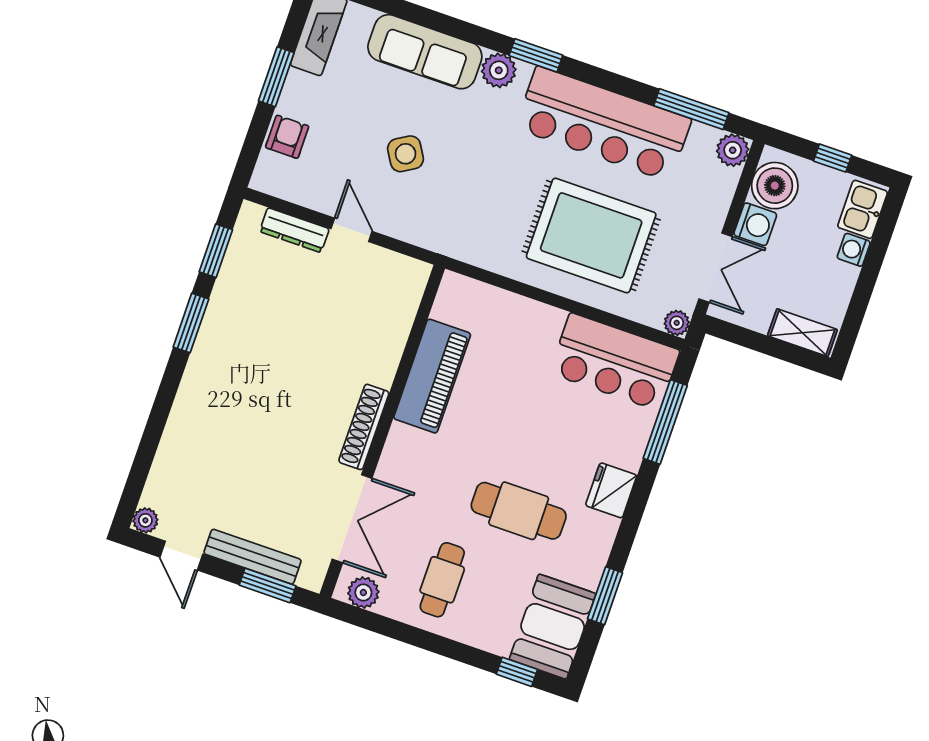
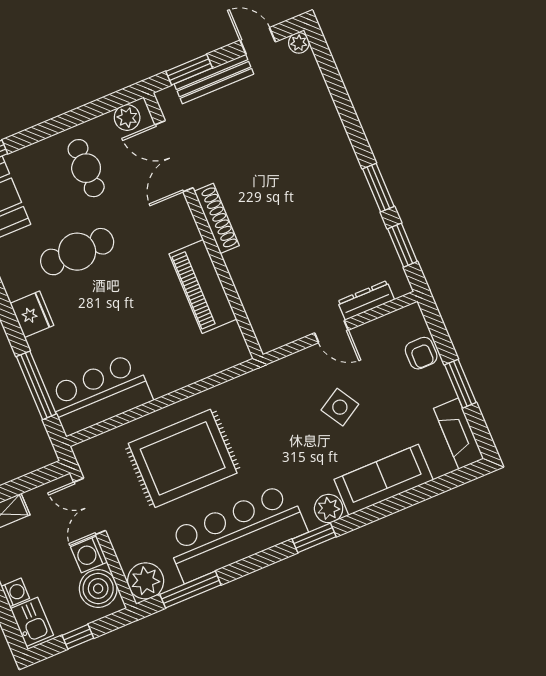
plant: (733, 150) -> (146, 581), width x1.36, depth x1.36
plant: (677, 323) -> (83, 452), removed

